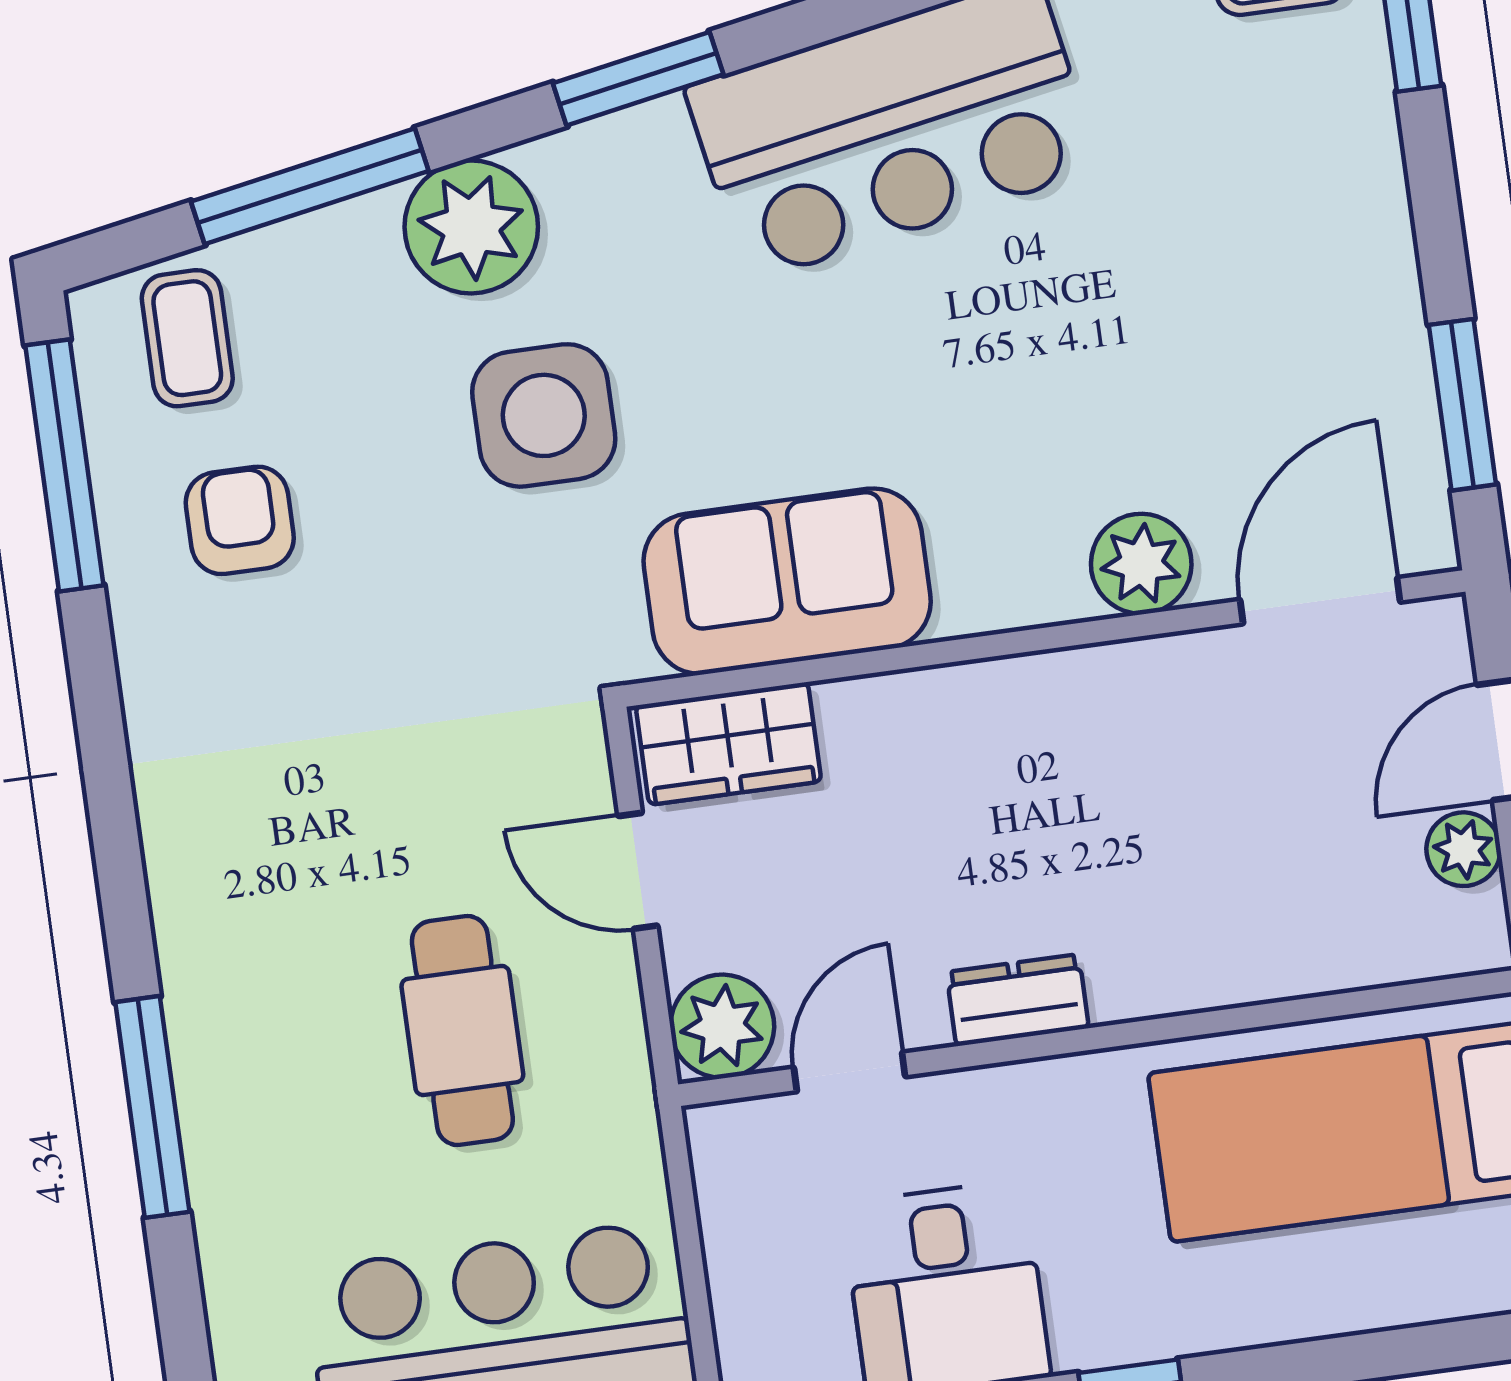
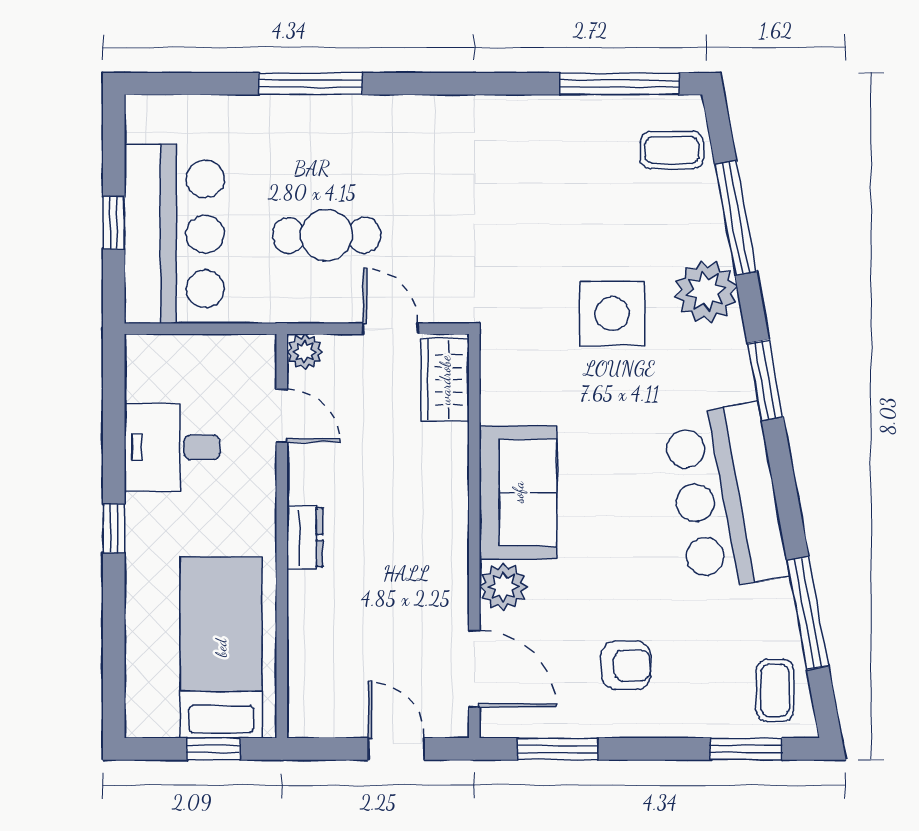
armchair: (240, 520) -> (626, 665), moved
sofa: (787, 581) -> (518, 492), moved
plant: (1463, 849) -> (347, 721), removed
door: (638, 871) -> (391, 329), hinge flipped
dresser: (1018, 1000) -> (305, 537), moved
plant: (722, 1026) -> (305, 352), width x0.73, depth x0.73

